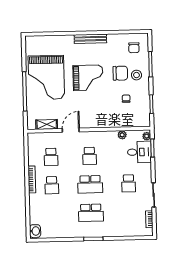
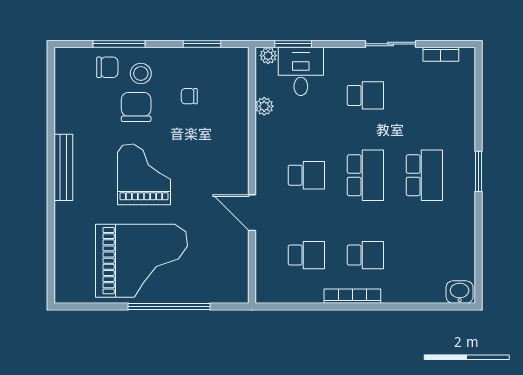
chair: (134, 48) -> (107, 67), moved
shelving: (47, 124) -> (239, 263), removed

